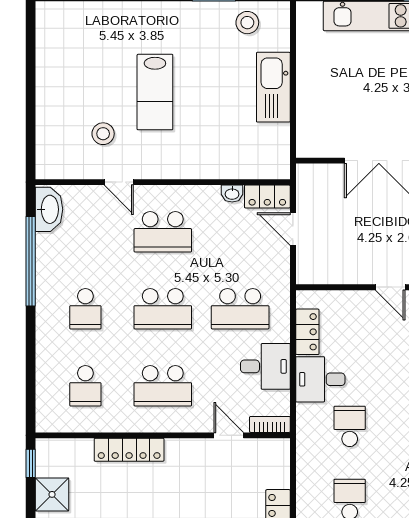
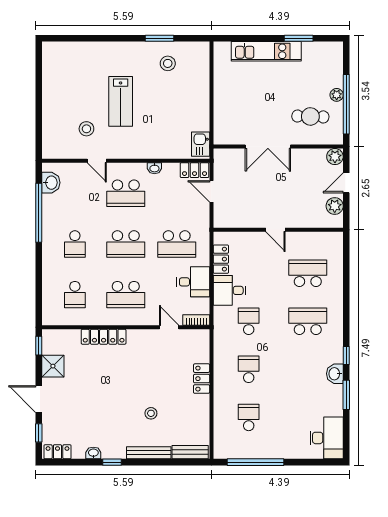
stool: (247, 23) -> (168, 63), moved
kitchen sink: (273, 87) -> (201, 144), moved, width x0.53, depth x0.81
washbasin: (232, 194) -> (154, 168), moved
washbasin: (49, 209) -> (51, 183), width x0.72

